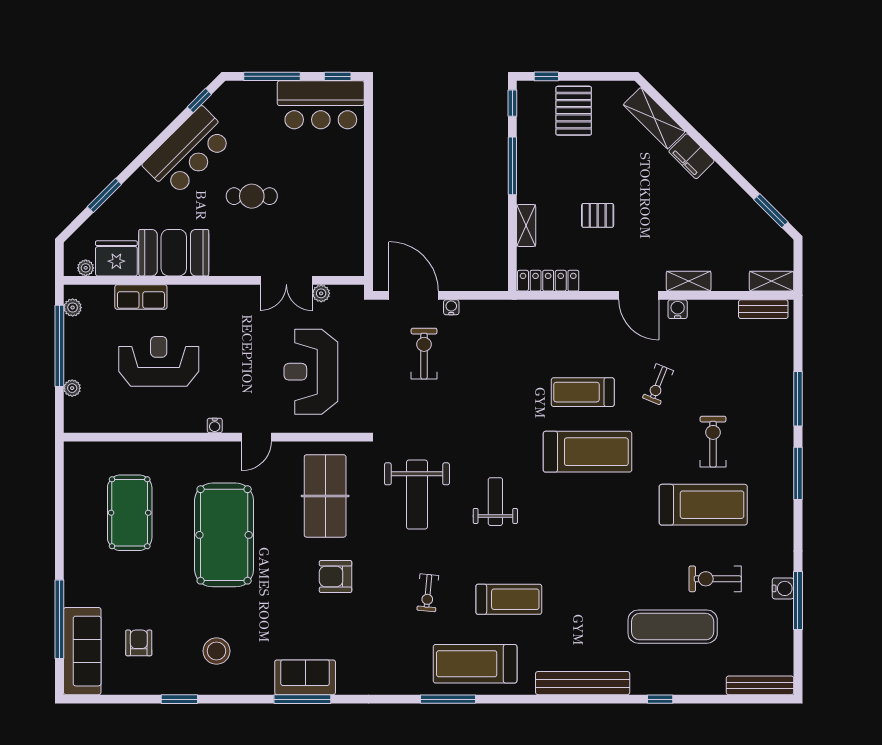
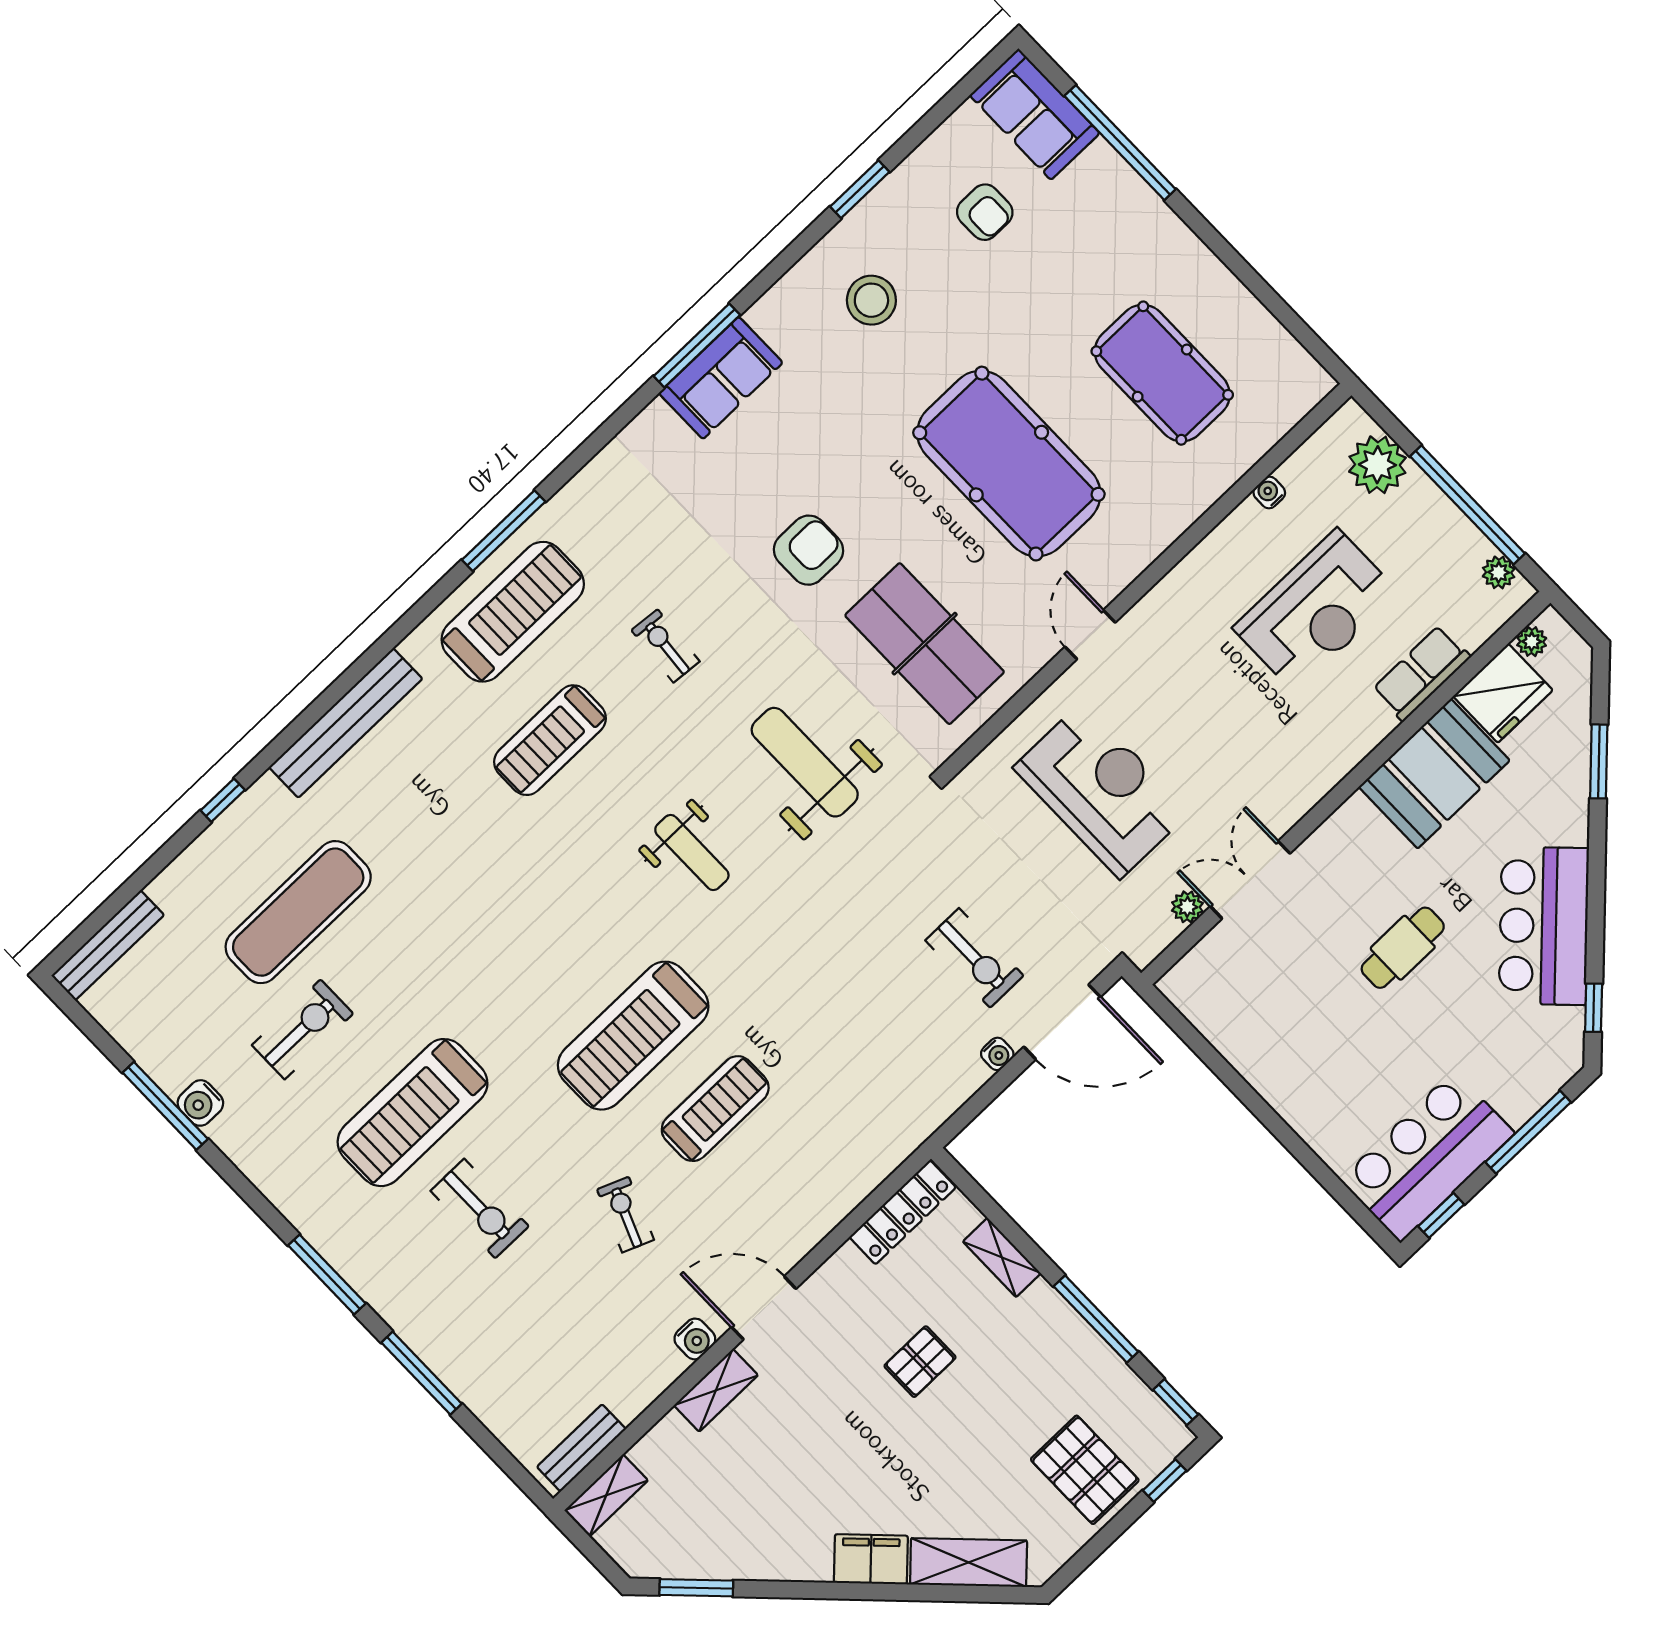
plant: (72, 388) -> (1377, 465), width x1.88, depth x1.88
water cooler: (215, 425) -> (1269, 493), moved
sofa: (82, 651) -> (1035, 114), width x0.73

